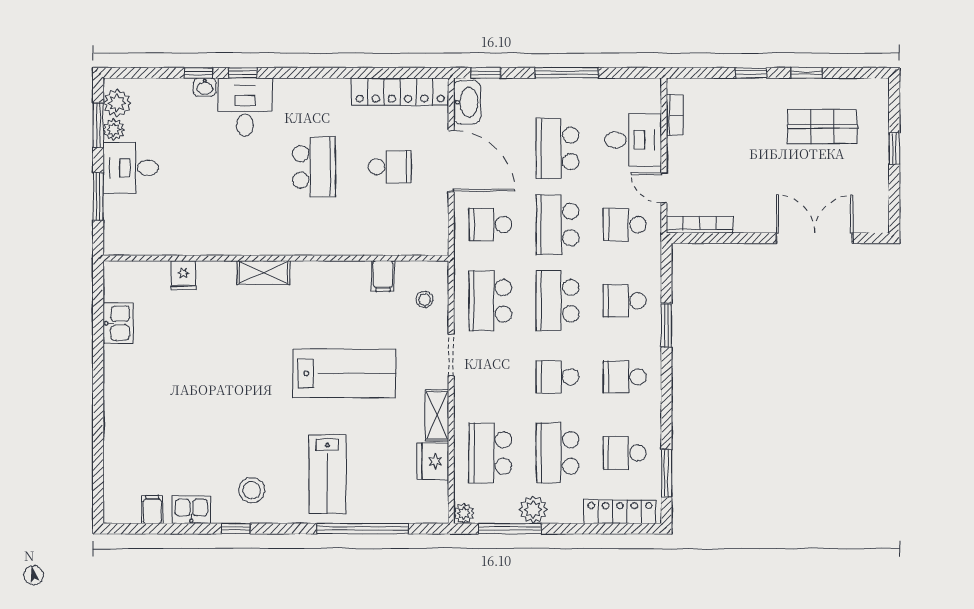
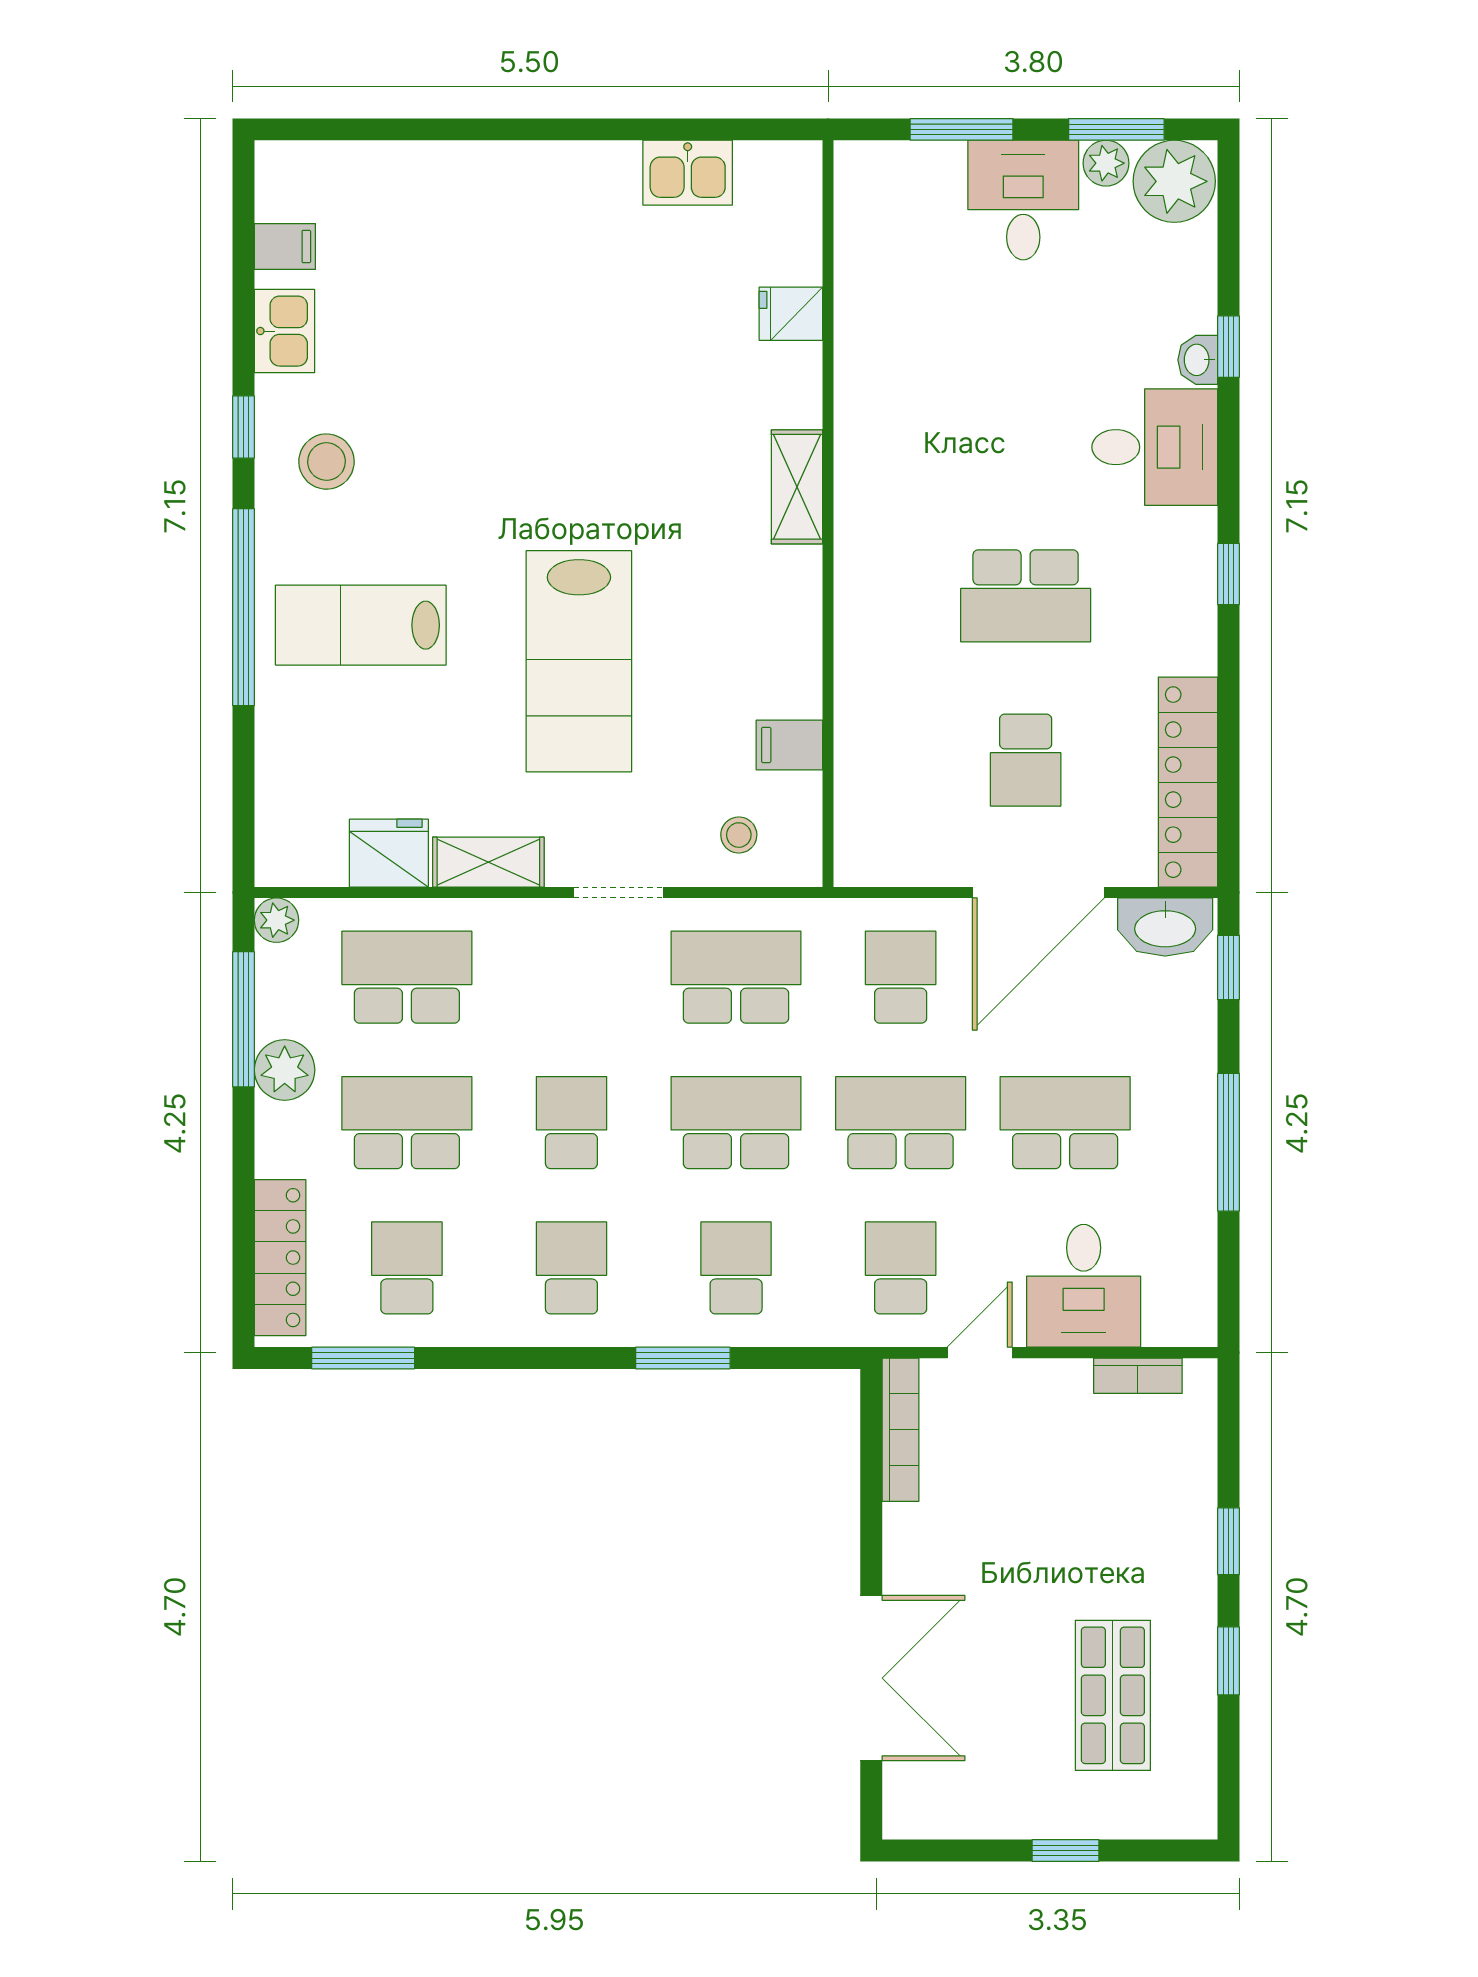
window: (243, 73) -> (1229, 574), moved
plant: (117, 103) -> (1174, 181), width x1.36, depth x1.36
window: (363, 529) -> (243, 607), moved

